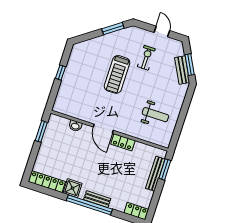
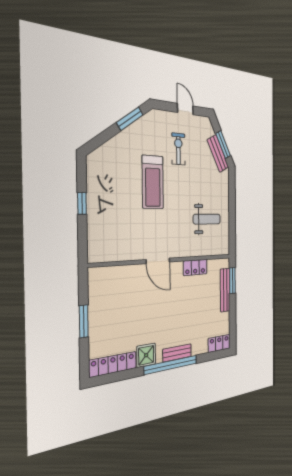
washbasin: (75, 126) -> (124, 272), removed
window: (41, 131) -> (84, 321), moved
locker: (123, 142) -> (195, 267), moved

